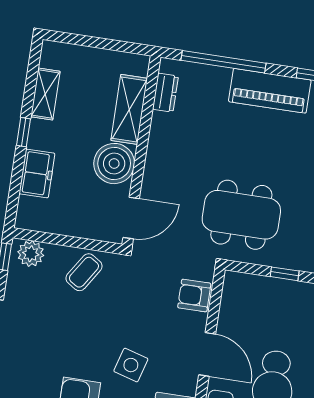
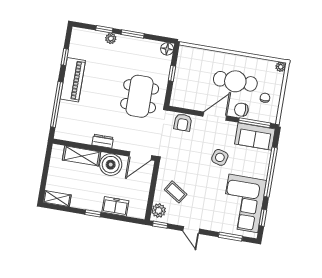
dresser: (165, 93) -> (103, 141), moved
shelving: (45, 94) -> (57, 199), moved
door: (131, 218) -> (140, 156), swing flipped
coffee table: (84, 272) -> (176, 192), moved

